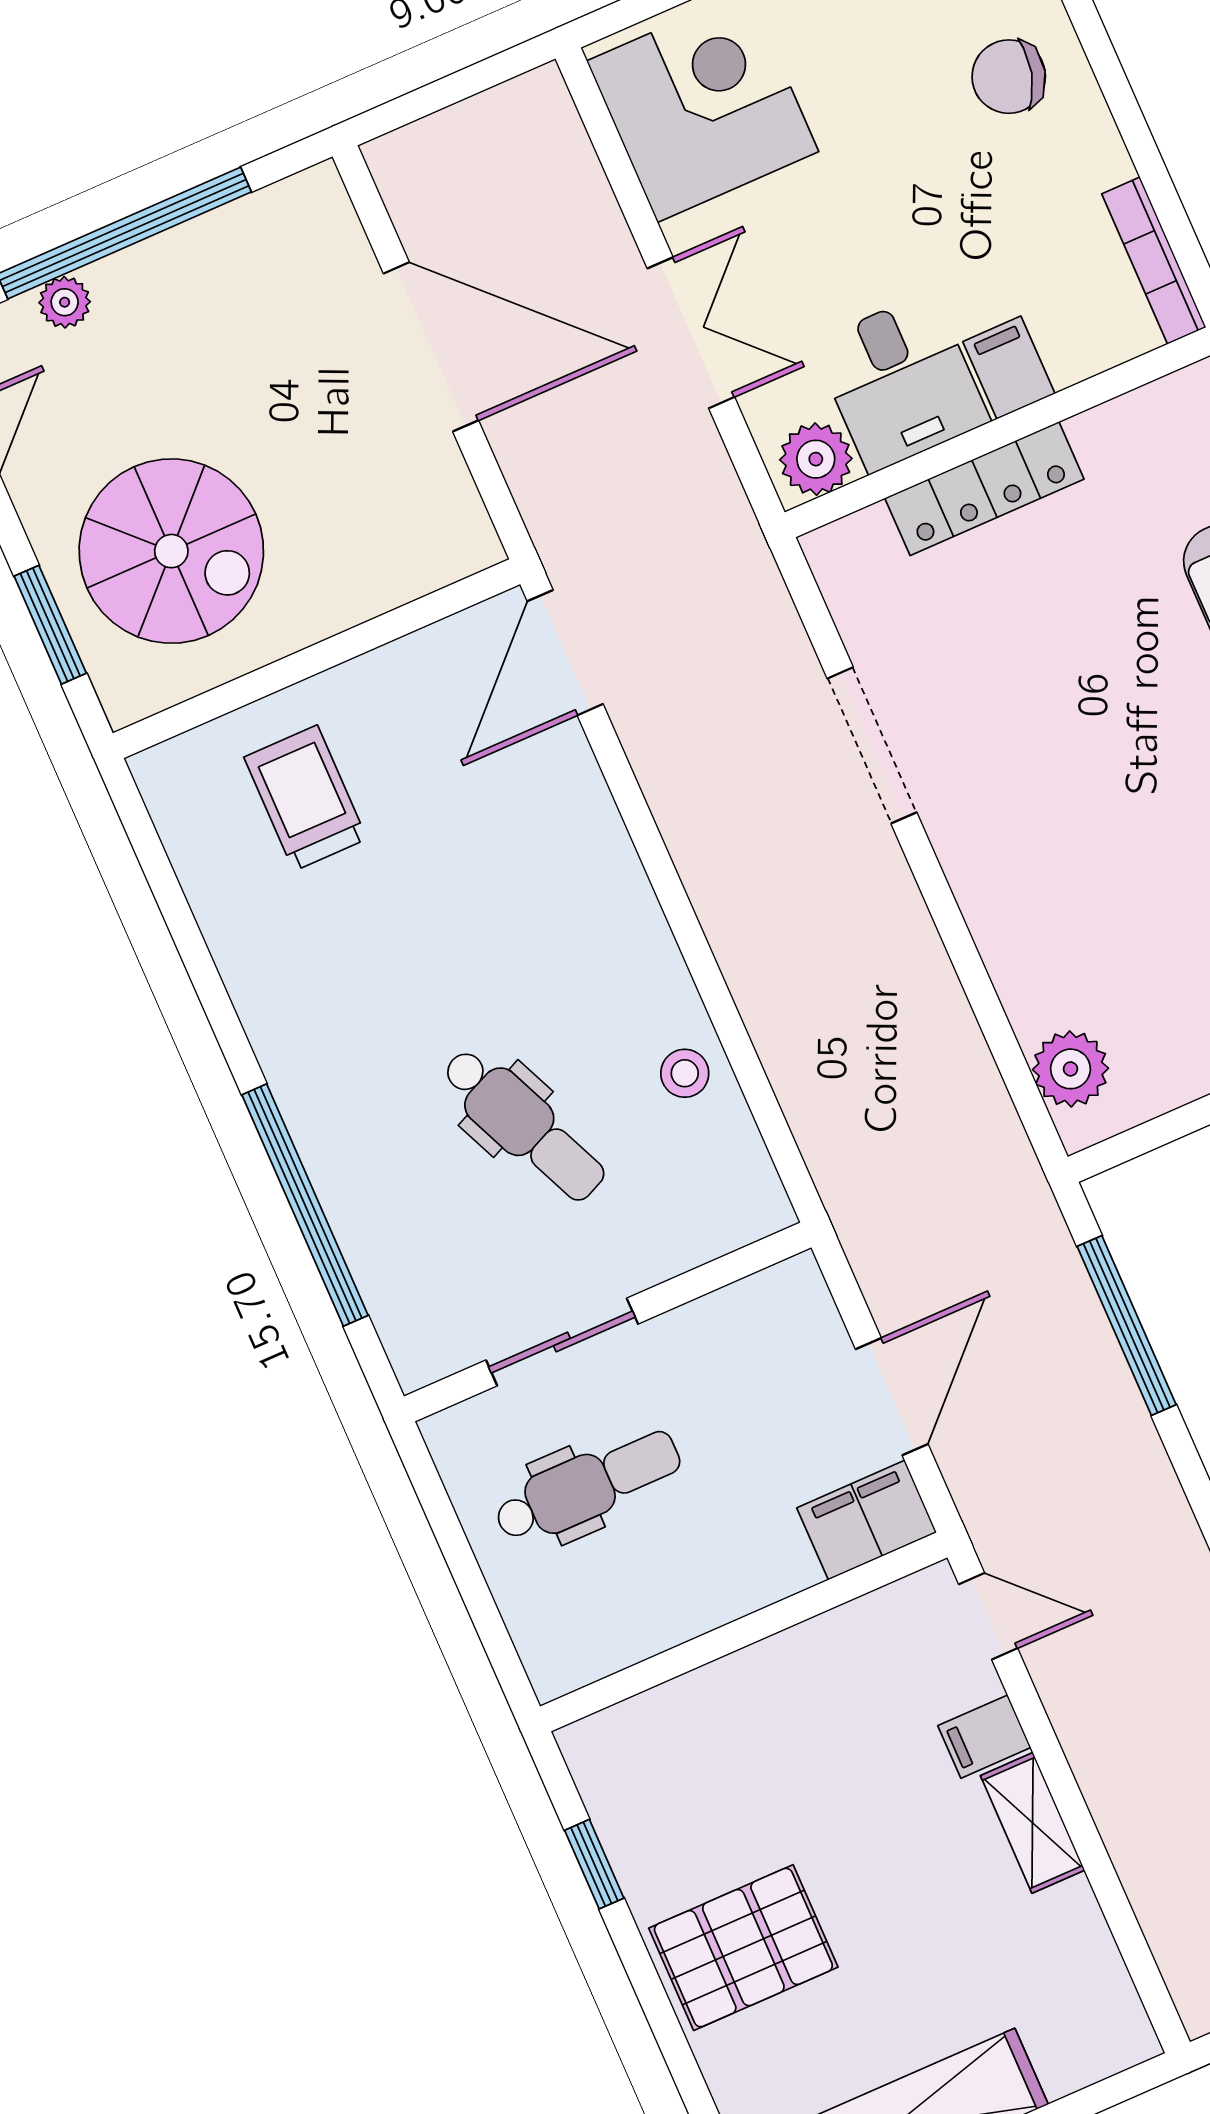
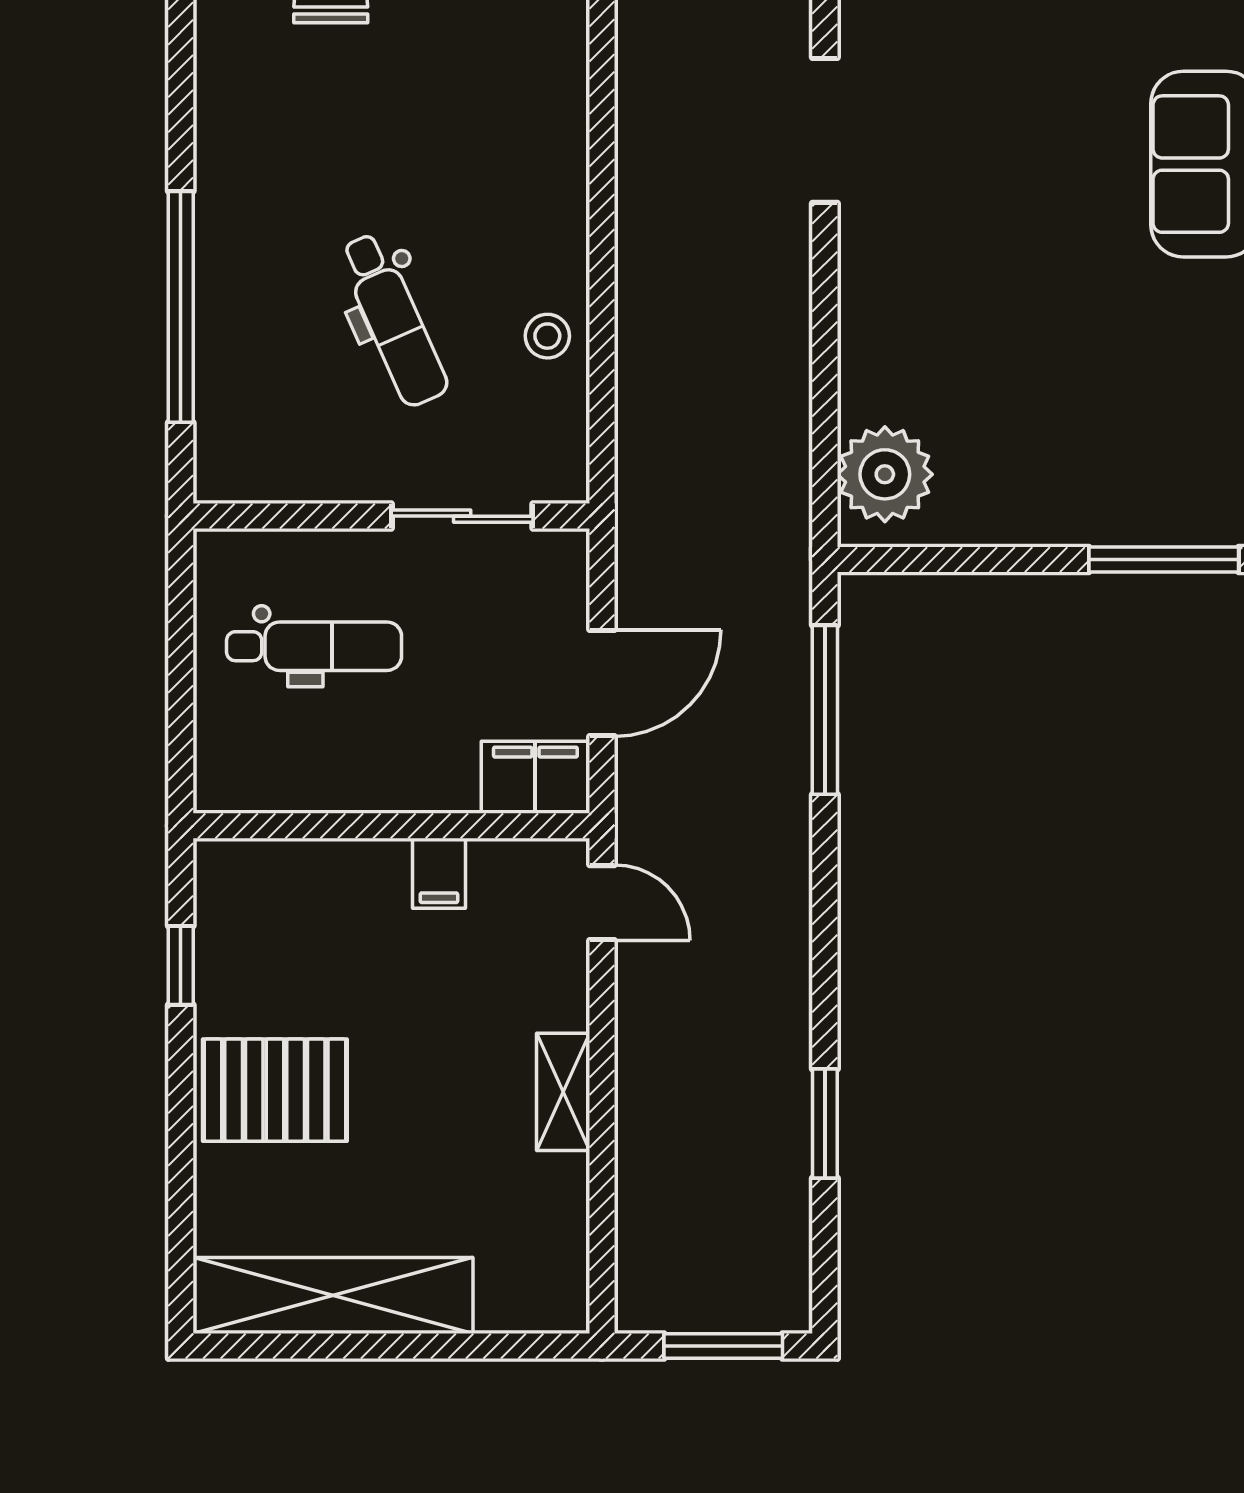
plant: (1070, 1069) -> (885, 474), width x1.36, depth x1.36
sliding door: (562, 1342) -> (462, 516), moved
filing cabinet: (984, 1737) -> (439, 873), moved, turned -90

